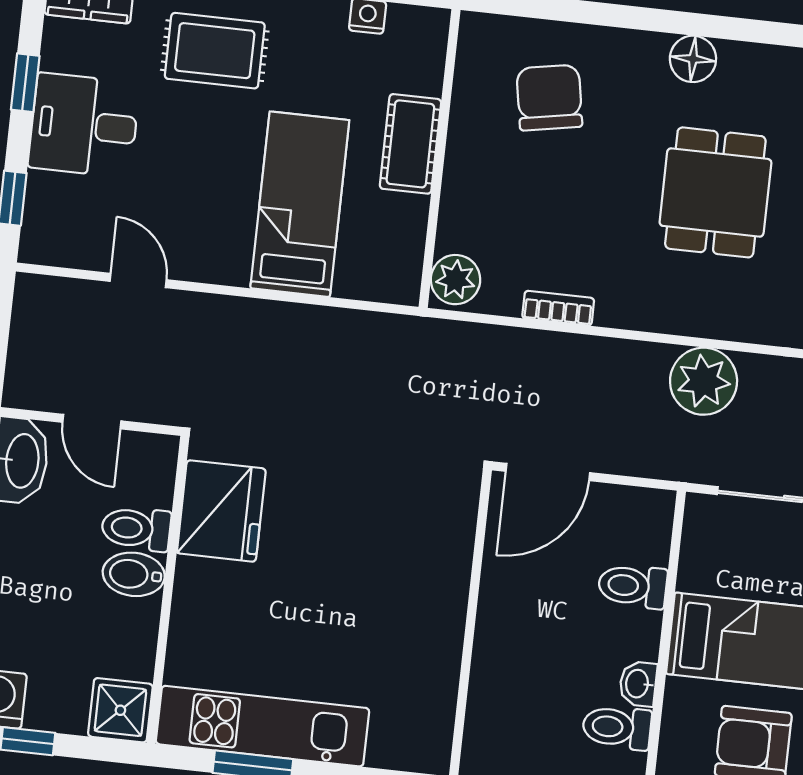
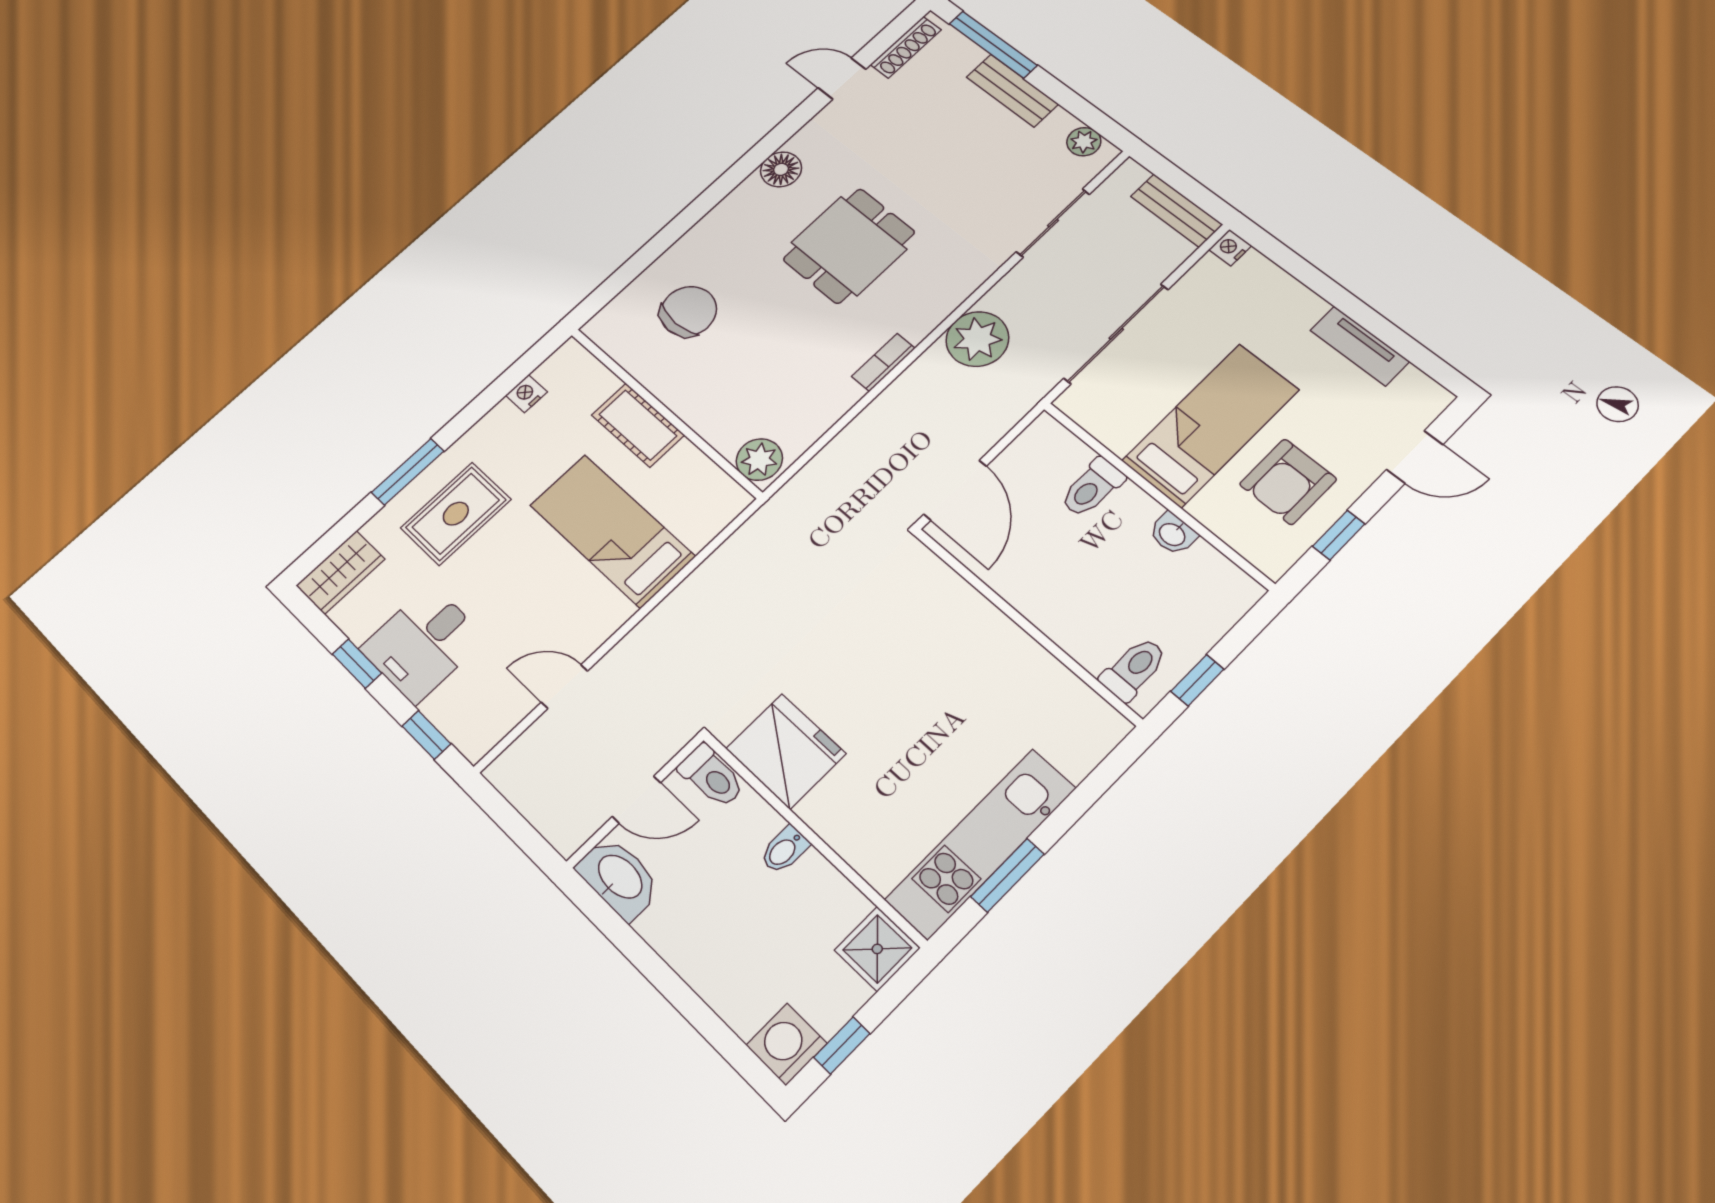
floor lamp: (693, 59) -> (781, 169), moved
chair: (549, 98) -> (688, 311), turned 100
dining table: (715, 192) -> (849, 246), turned 90
bookcase: (558, 308) -> (883, 362), moved
toilet: (136, 529) -> (712, 776), moved, turned -90
bidet: (134, 574) -> (785, 850), width x0.72, depth x0.74
toilet: (617, 727) -> (1134, 669), moved, turned 180

